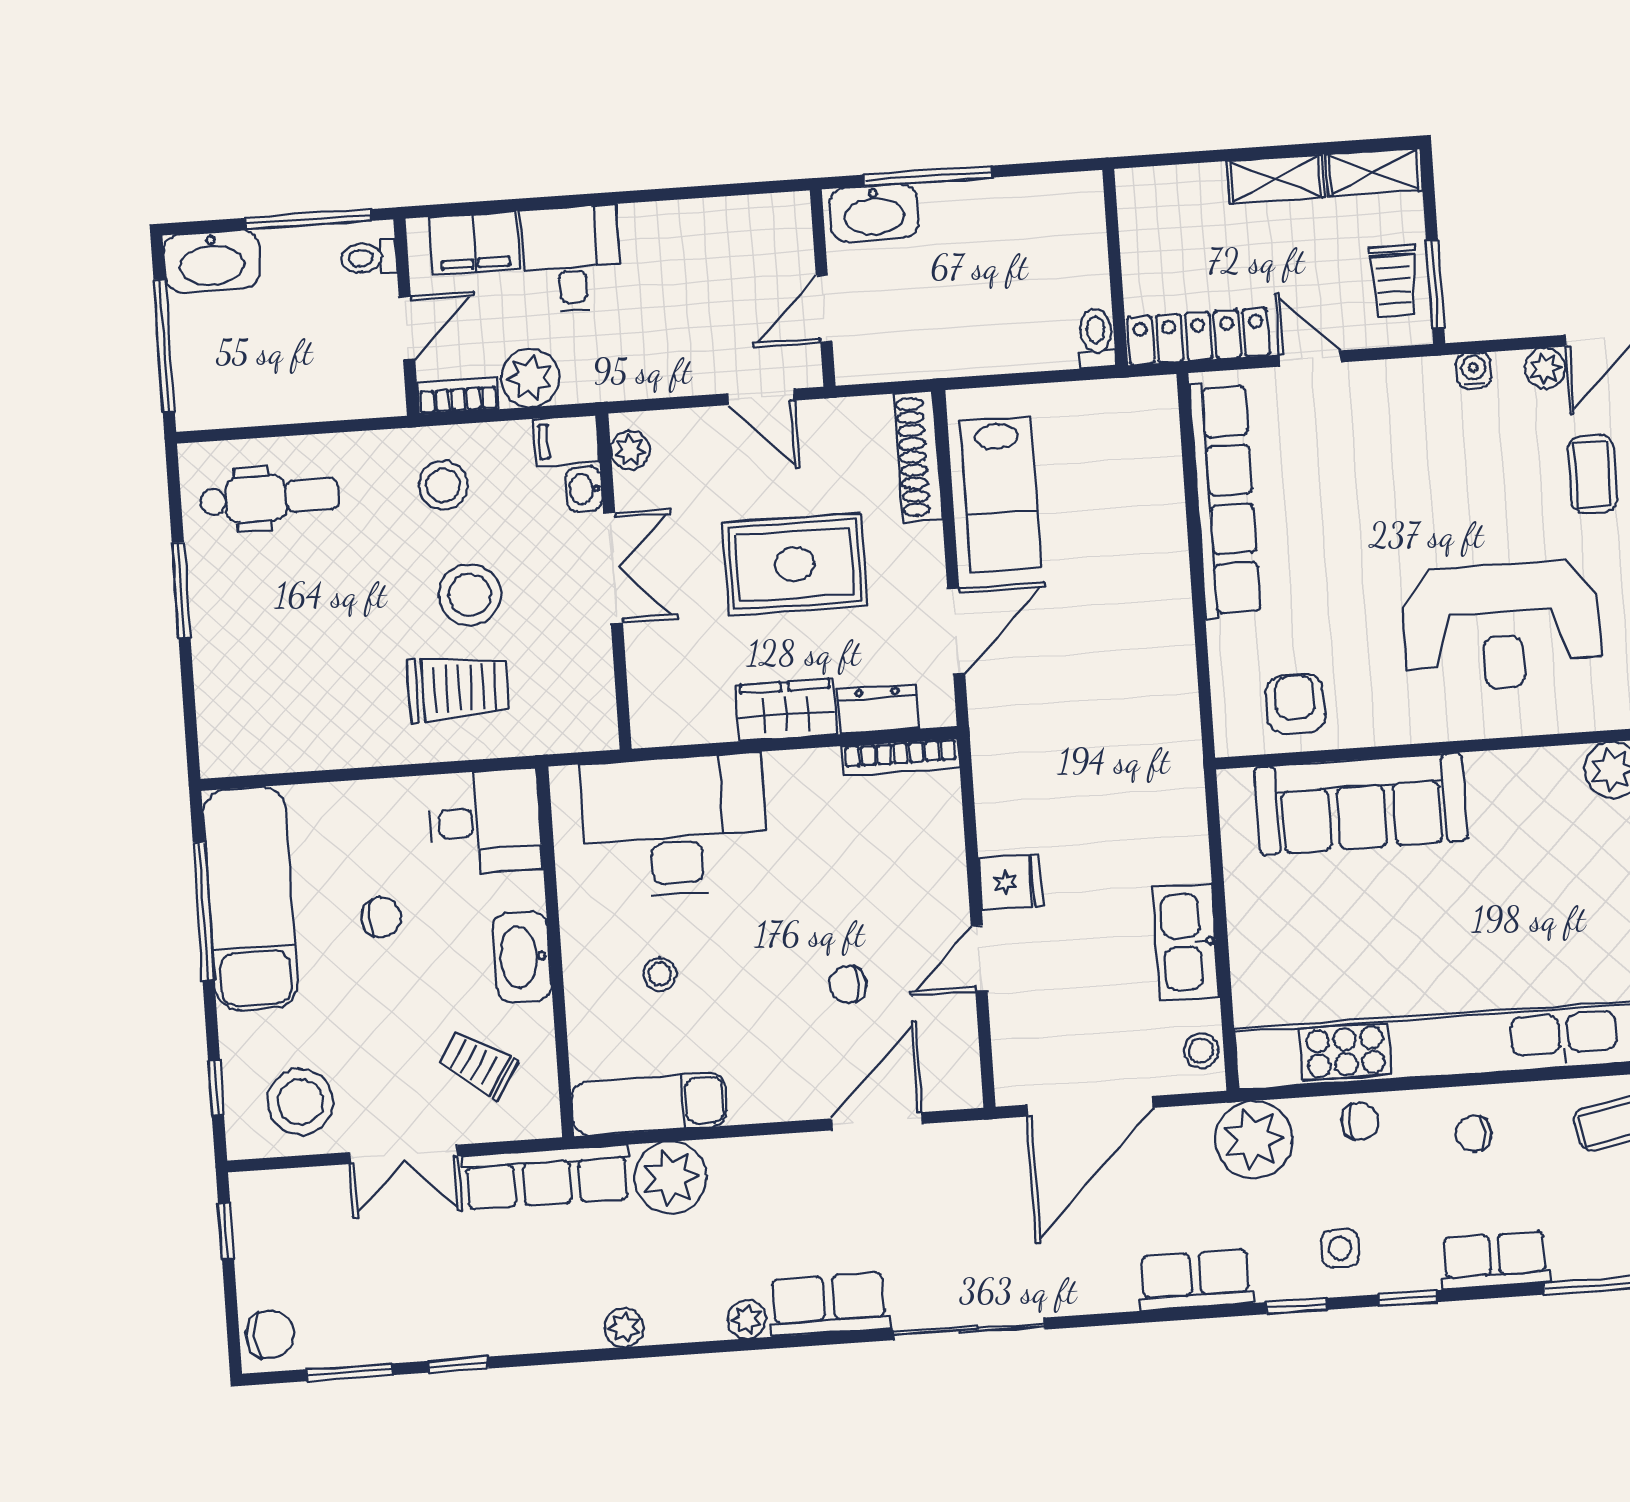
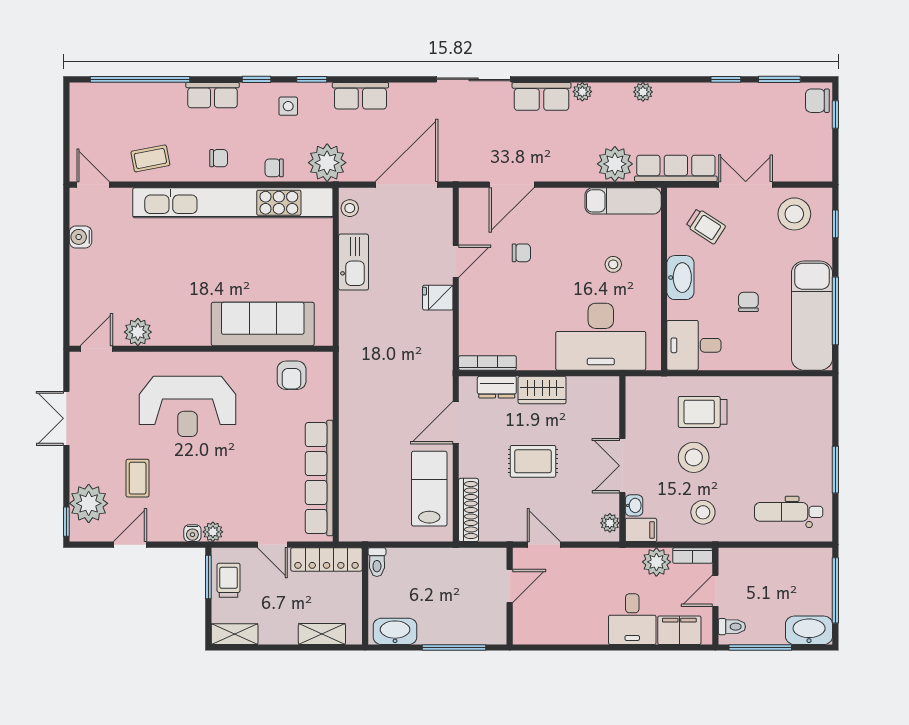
shelving: (1275, 179) -> (322, 634), moved
washbasin: (874, 213) -> (395, 631), moved
plant: (1545, 368) -> (213, 532), moved
rug: (795, 564) -> (533, 461), width x0.73, depth x0.70
reception desk: (1502, 626) -> (187, 406), turned 180
chair: (381, 917) -> (748, 302), turned 90
window: (226, 1231) -> (835, 115), moved

